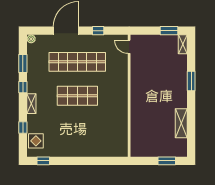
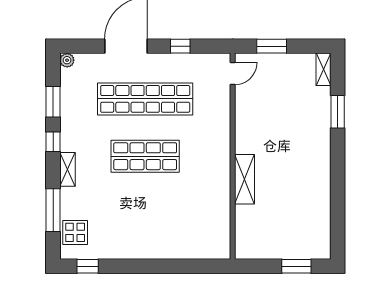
window: (169, 31) -> (272, 46), moved
door: (129, 47) -> (233, 73), swing flipped
window: (191, 81) -> (338, 112), moved
shelving: (181, 123) -> (245, 179), moved
window: (23, 128) -> (53, 210), width x2.17

